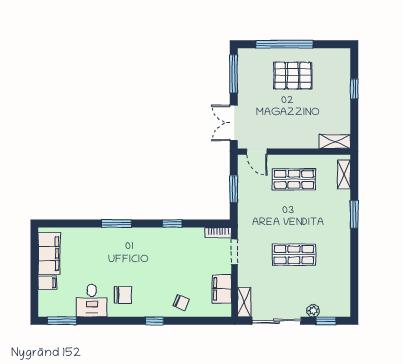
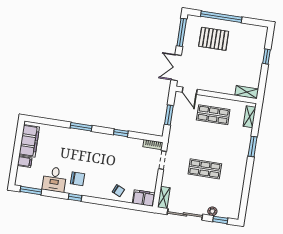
pallet: (293, 76) -> (214, 39), moved
filing cabinet: (222, 289) -> (144, 198), moved, turned 90
window: (154, 321) -> (75, 197), moved

